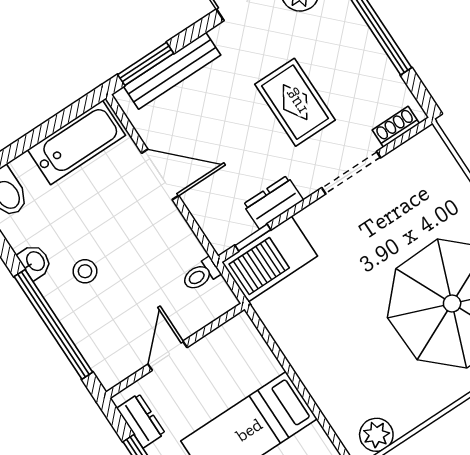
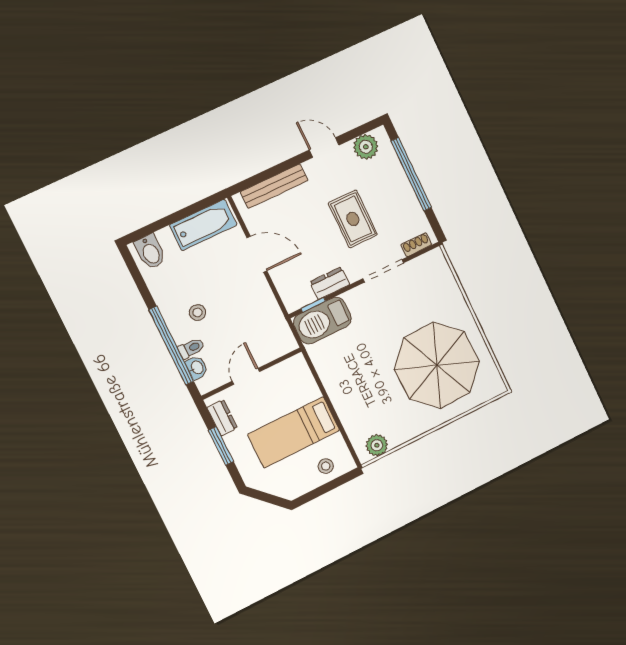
window: (146, 64) -> (257, 179), removed
washbasin: (35, 262) -> (197, 368), moved
toilet: (201, 275) -> (191, 348), moved, turned 180

